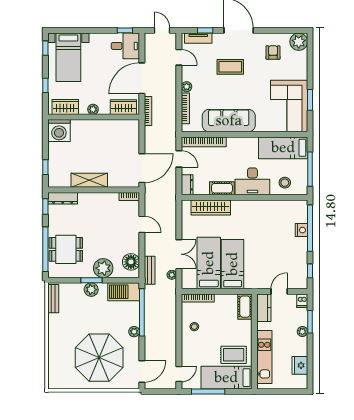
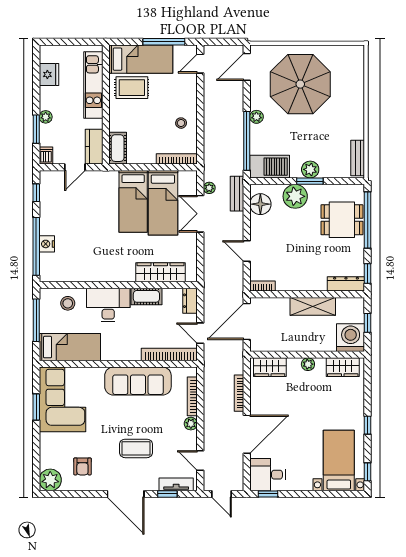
wardrobe: (65, 107) -> (343, 367), moved
wardrobe: (123, 107) -> (270, 367), moved
plant: (93, 109) -> (308, 364), moved
wall: (94, 117) -> (307, 355), moved
washing machine: (59, 131) -> (351, 338), moved

